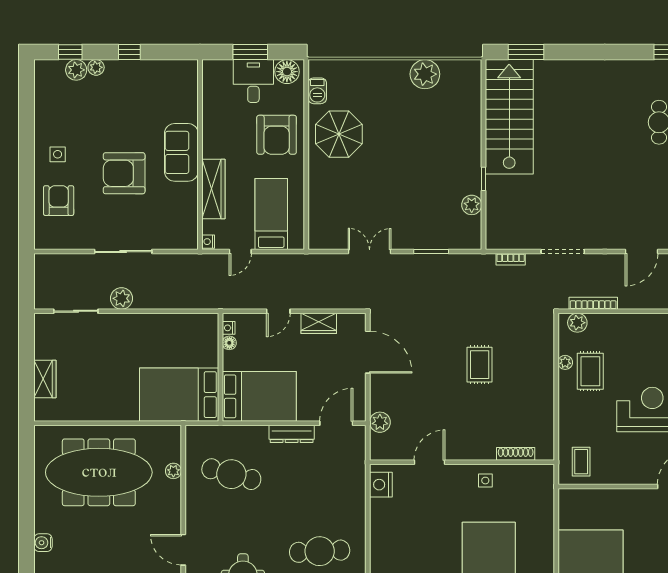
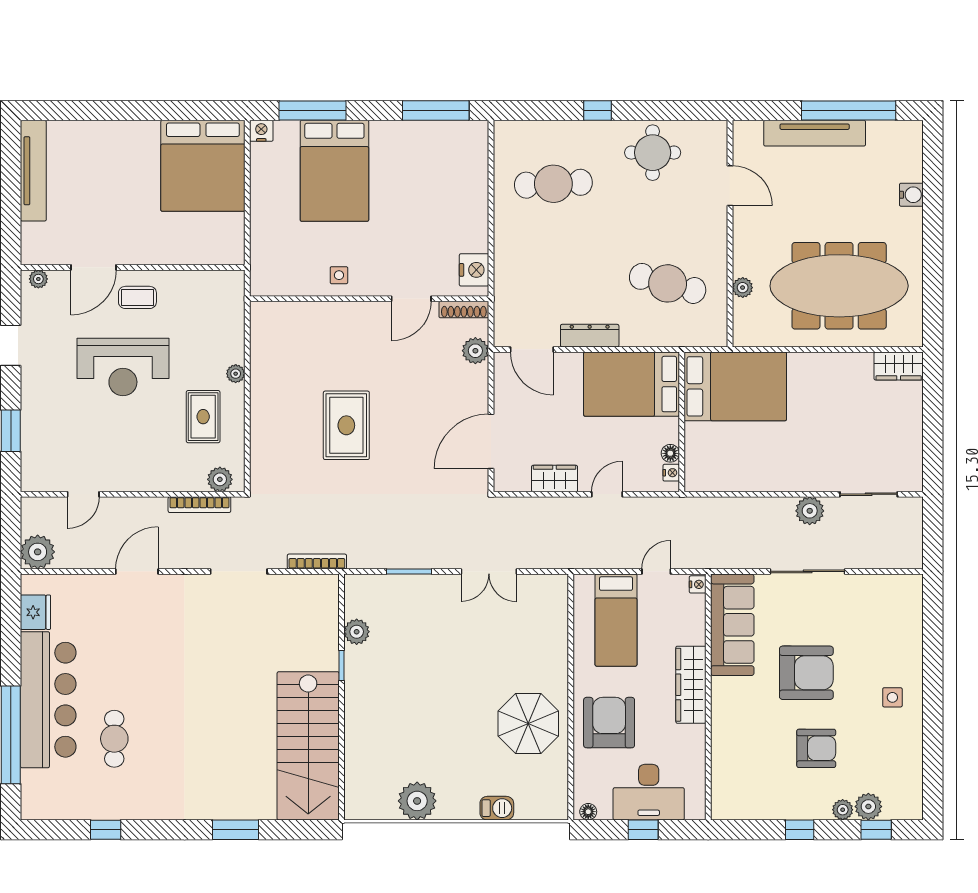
window: (250, 52) -> (643, 830), width x0.67
window: (526, 52) -> (235, 830), moved
floor lamp: (287, 72) -> (588, 812), width x0.53, depth x0.53
desk: (253, 81) -> (649, 792), width x1.37
barbecue: (317, 91) -> (497, 808), moved, turned 90
sofa: (181, 152) -> (732, 625), moved, width x1.36
wardrobe: (213, 189) -> (691, 685), moved
armchair: (59, 201) -> (816, 748), moved, turned -90
bookcase: (511, 259) -> (317, 561), width x1.56
door: (368, 352) -> (491, 441), hinge flipped
plant: (565, 362) -> (236, 374), moved
rug: (480, 365) -> (346, 425), width x1.36, depth x1.43
wardrobe: (45, 379) -> (899, 366), moved, turned -90
door: (336, 423) -> (532, 349), hinge flipped
shoe rack: (516, 454) -> (464, 310), moved
coffee table: (581, 462) -> (137, 297), moved, turned 90

